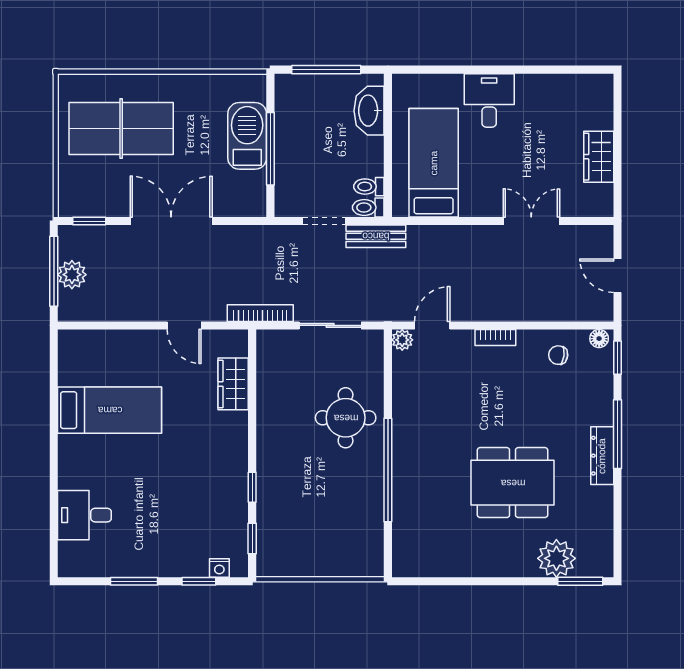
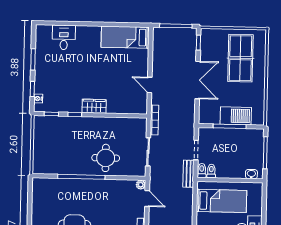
washbasin: (369, 111) -> (251, 174), width x0.52, depth x0.69
plant: (72, 275) -> (174, 34), removed
door: (184, 325) -> (150, 85), hinge flipped
wardrobe: (233, 384) -> (94, 106), moved
bed: (110, 410) -> (125, 37), moved, turned 90

